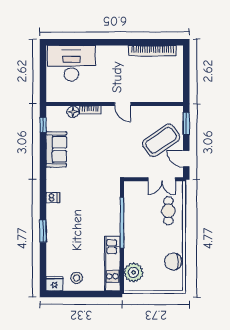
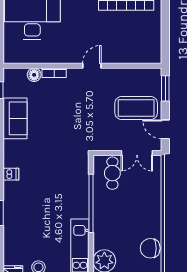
door: (123, 104) -> (92, 66), swing flipped
coffee table: (161, 140) -> (136, 108), turned 34
cafe table: (168, 211) -> (112, 173), moved

